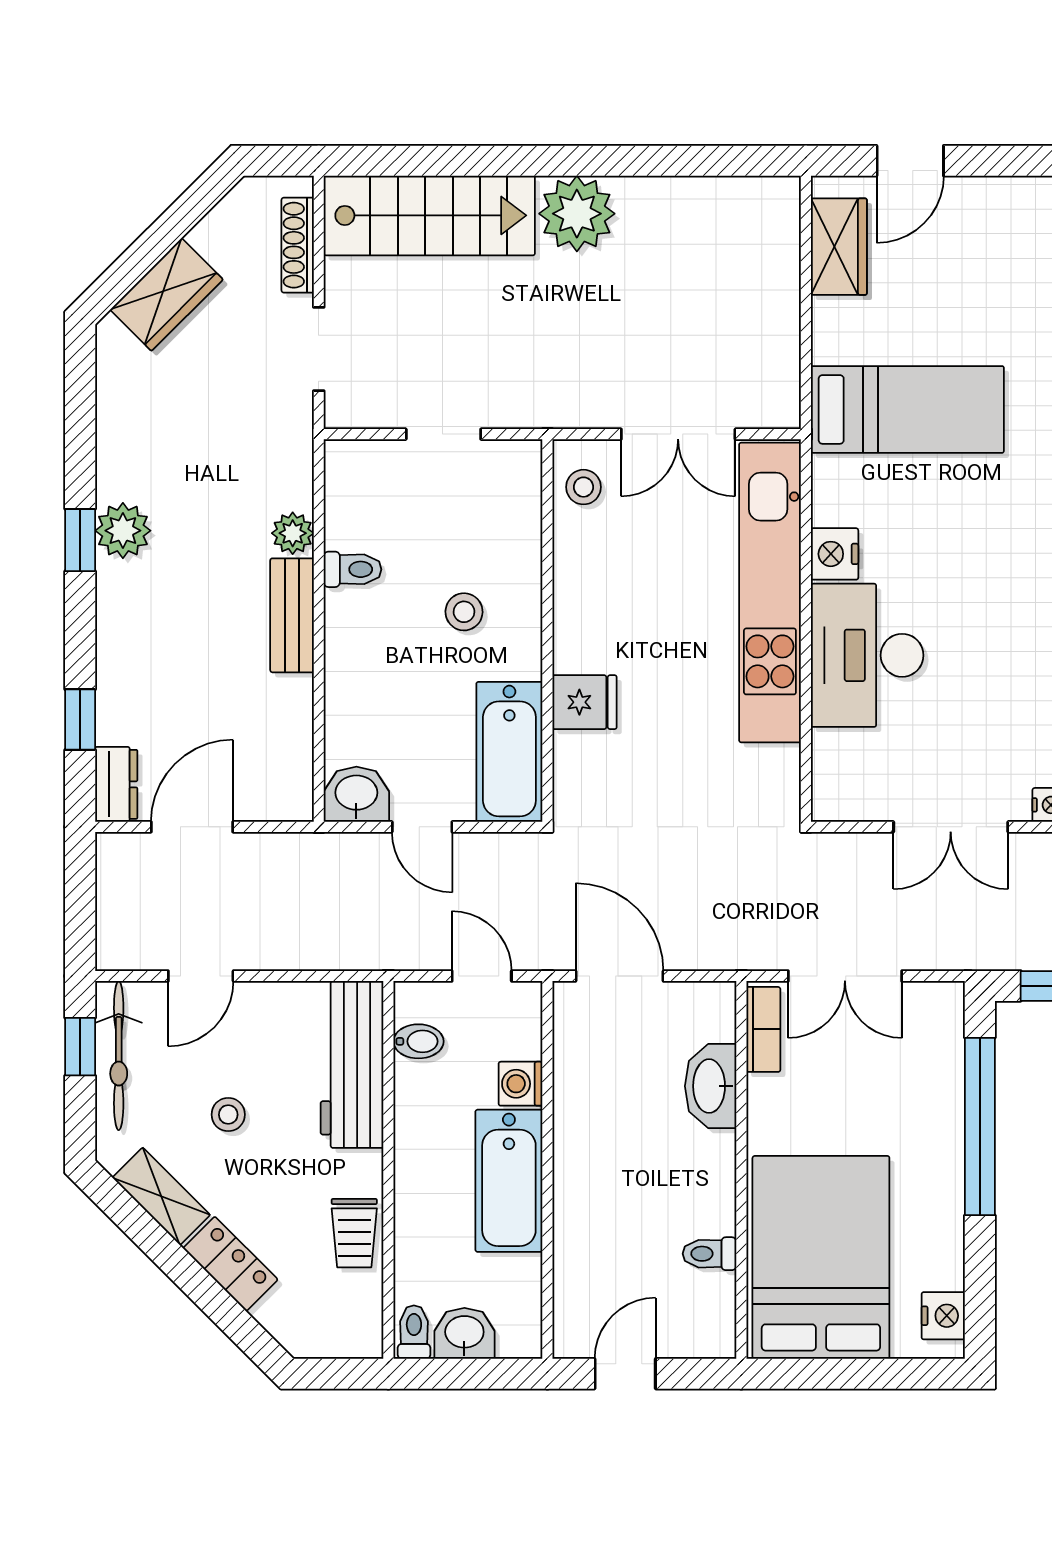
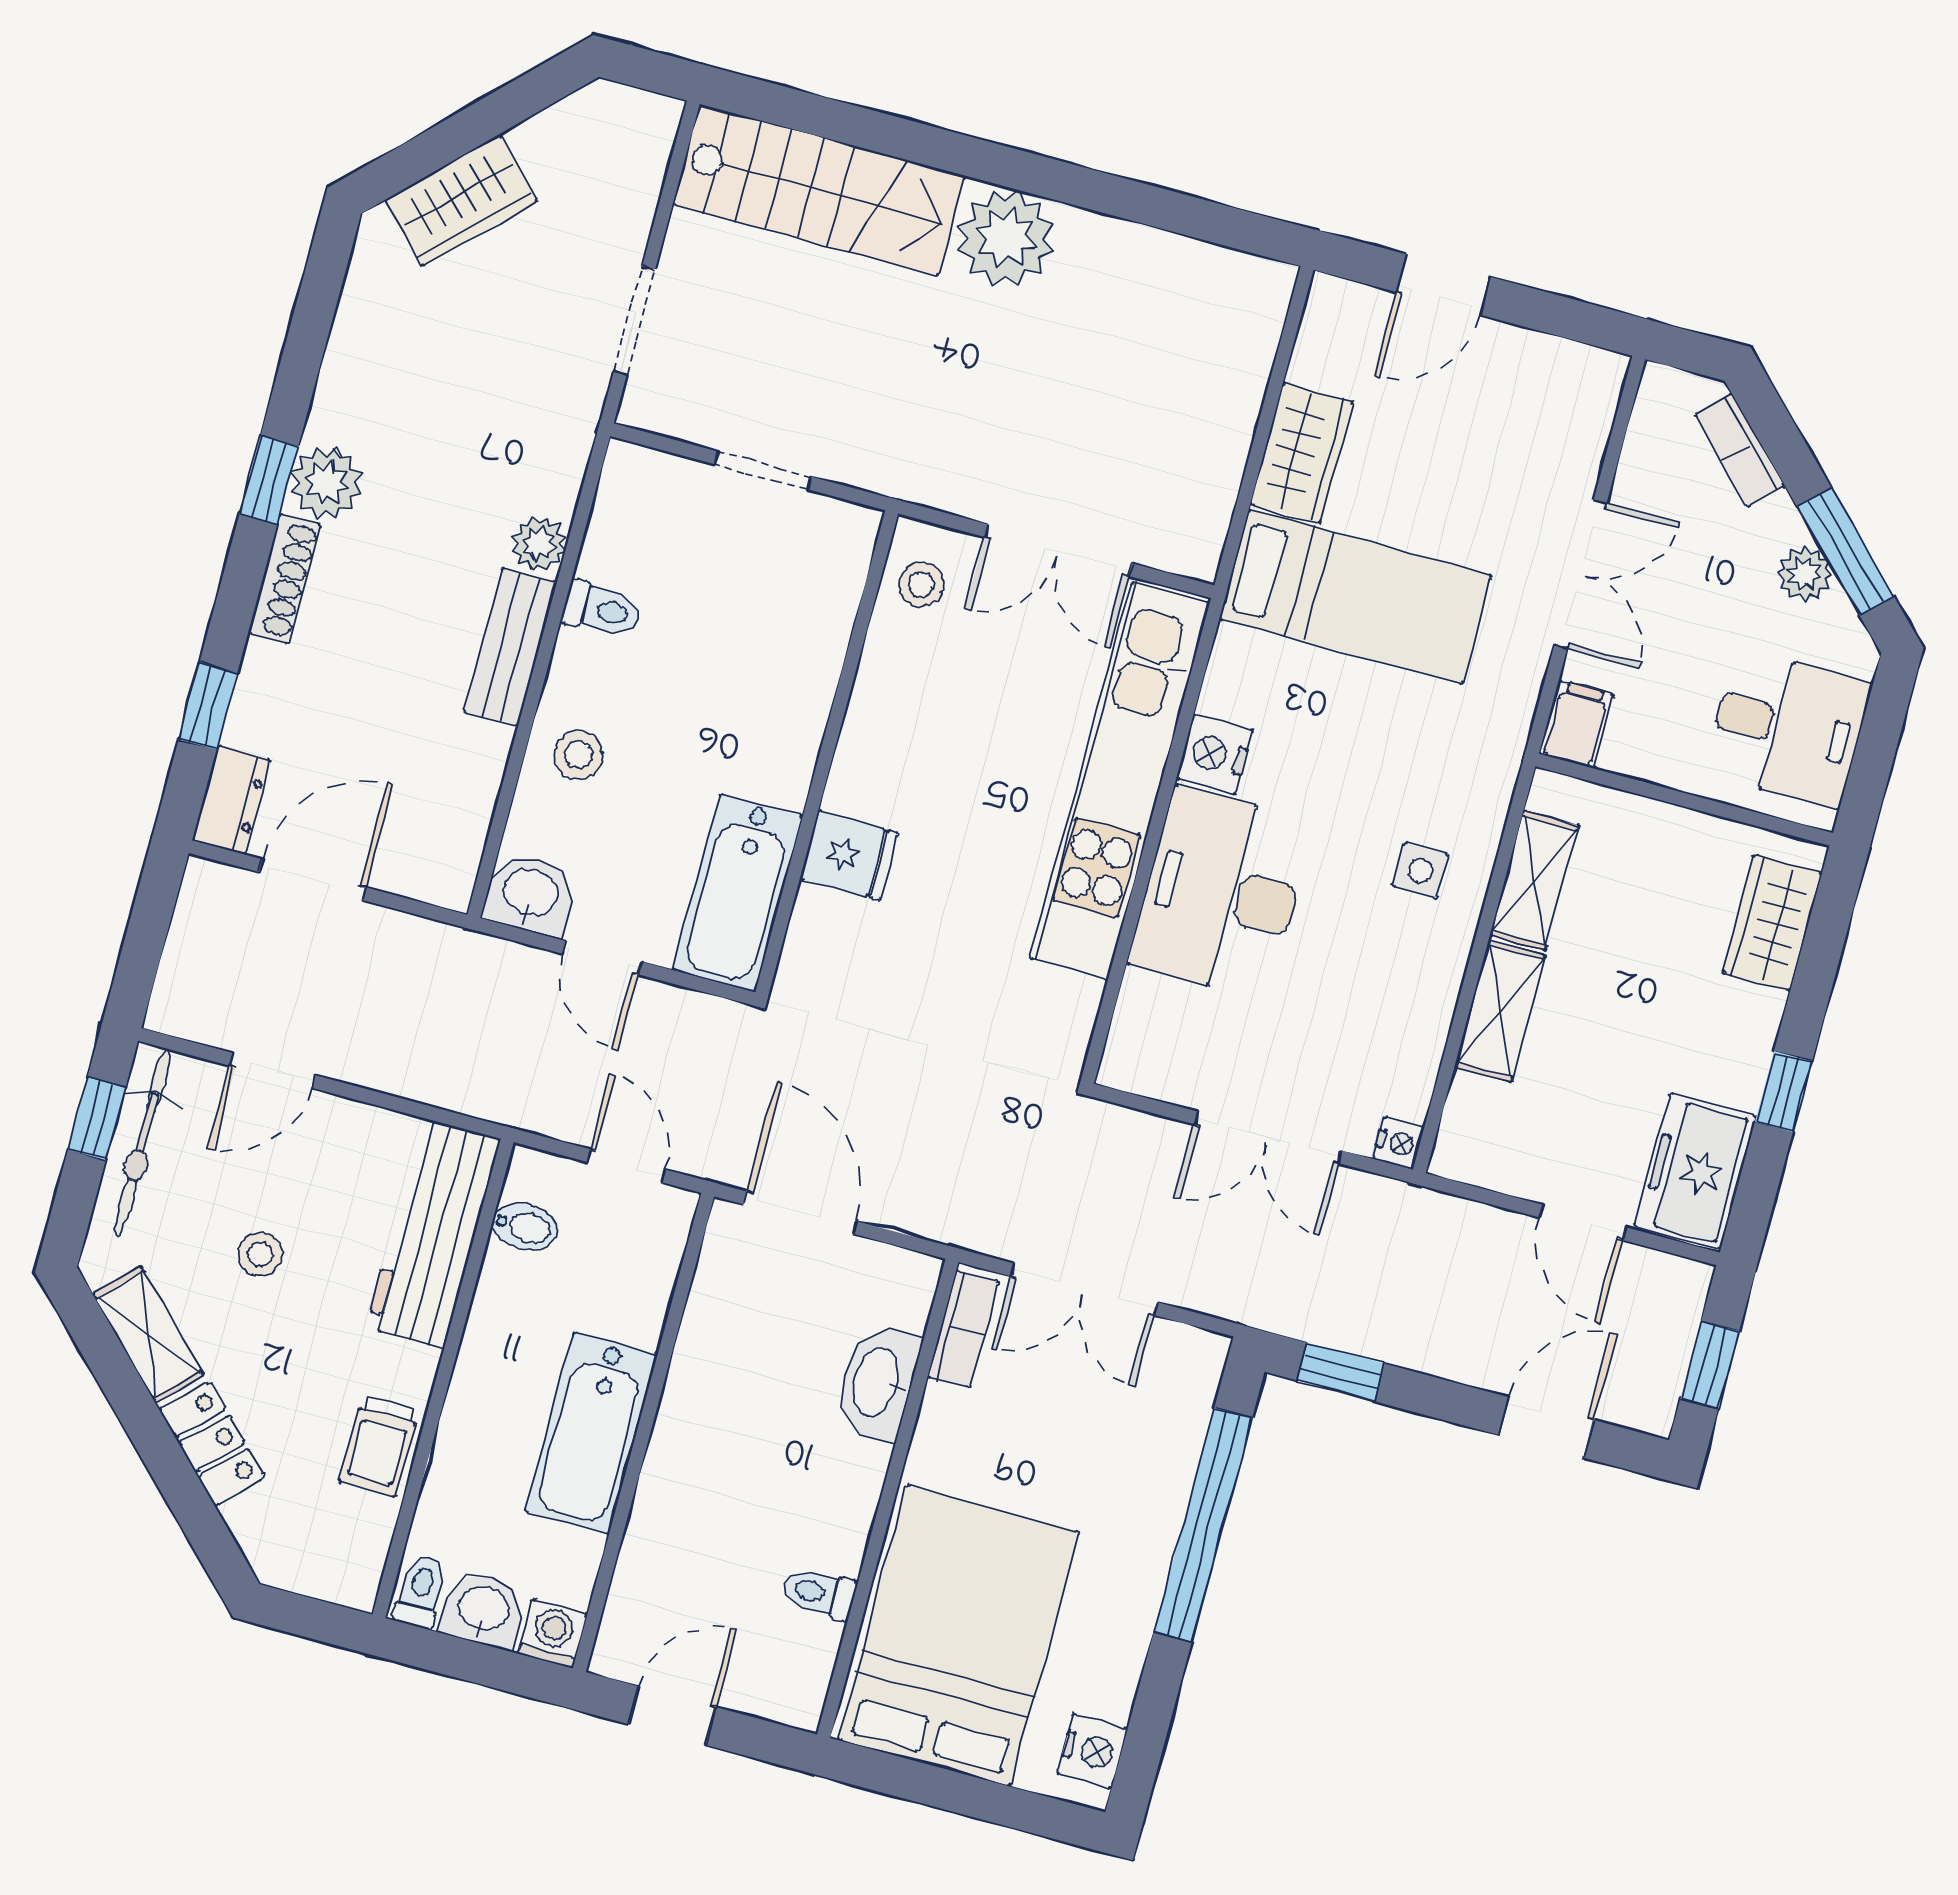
shoe rack: (298, 245) -> (284, 579), moved, turned 180
wardrobe: (839, 247) -> (1302, 453), moved
side table: (1010, 599) -> (1421, 871), added
stool: (464, 612) -> (579, 755), moved
washing machine: (520, 1084) -> (553, 1634), moved, turned 90

